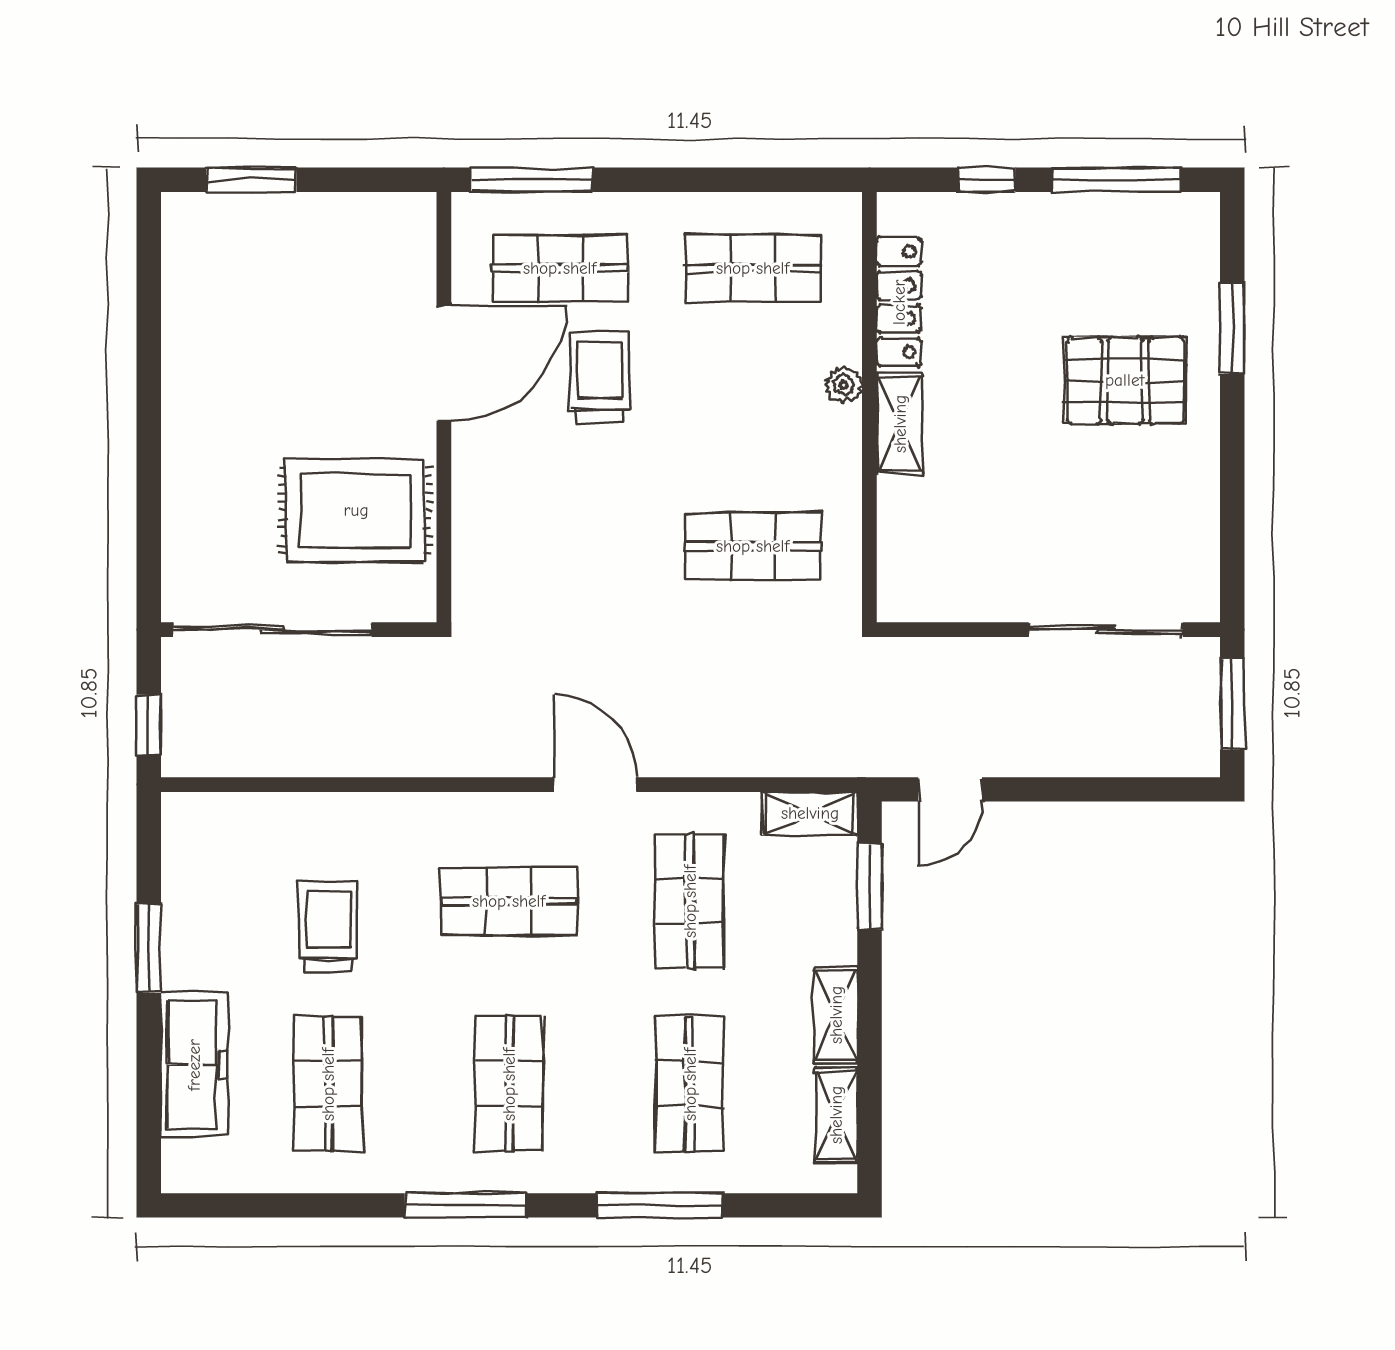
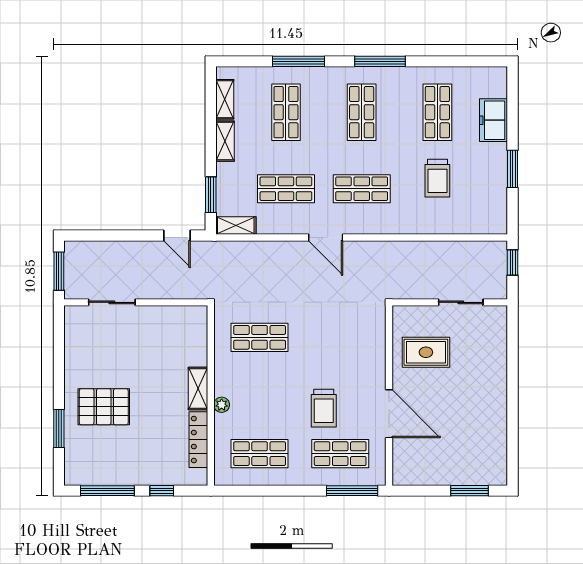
door: (444, 363) -> (389, 414), swing flipped
rug: (356, 510) -> (426, 352), width x0.73, depth x0.70
sliding door: (272, 630) -> (461, 302), width x0.54
sliding door: (1106, 630) -> (112, 302), width x0.73
door: (950, 789) -> (177, 236), swing flipped
shop shelf: (690, 901) -> (286, 189), turned 90
freezer: (194, 1065) -> (493, 120), width x0.71

